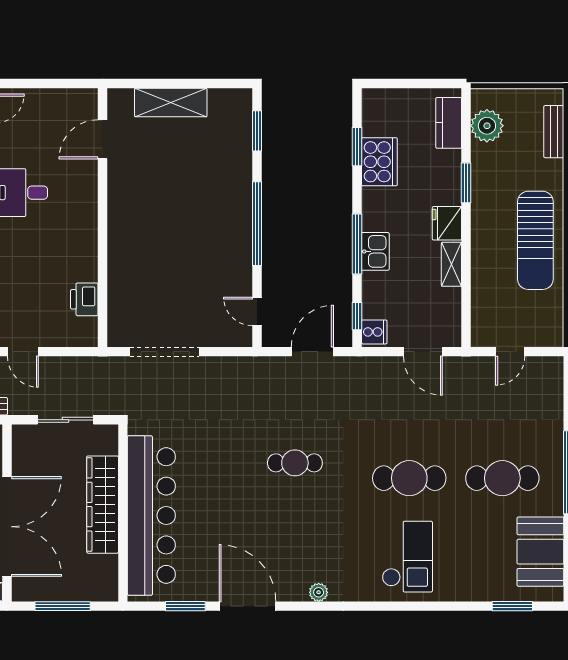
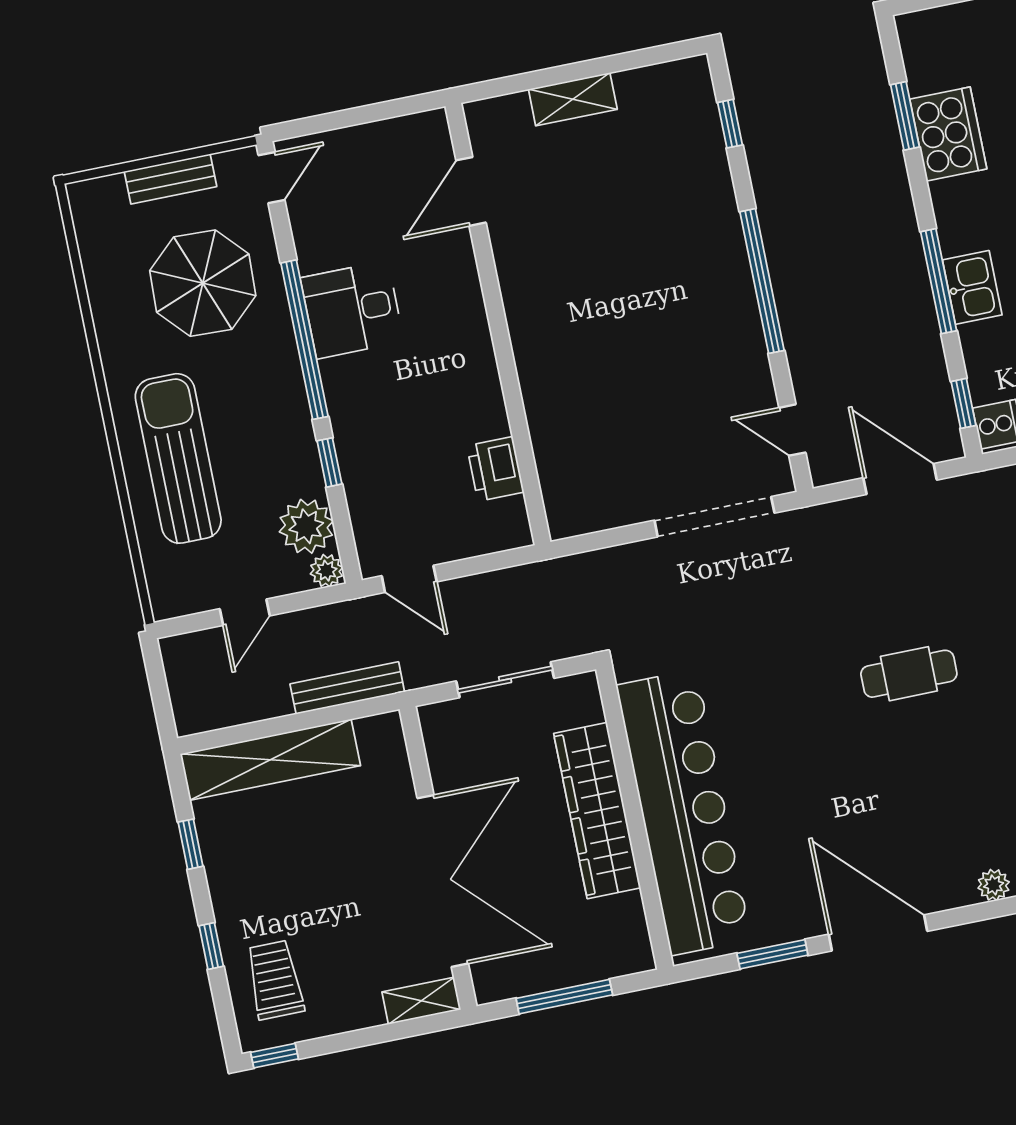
shelving: (171, 102) -> (573, 99), width x0.67, depth x0.75
window: (257, 131) -> (730, 124), width x0.67
doorway: (164, 352) -> (714, 517), moved
door: (312, 352) -> (900, 479), hinge flipped

